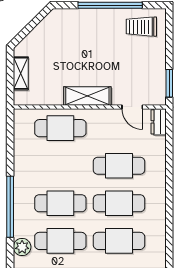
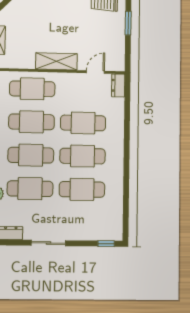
window: (169, 83) -> (128, 23), moved
door: (132, 107) -> (95, 72), swing flipped
cafe table: (60, 166) -> (32, 122), added

